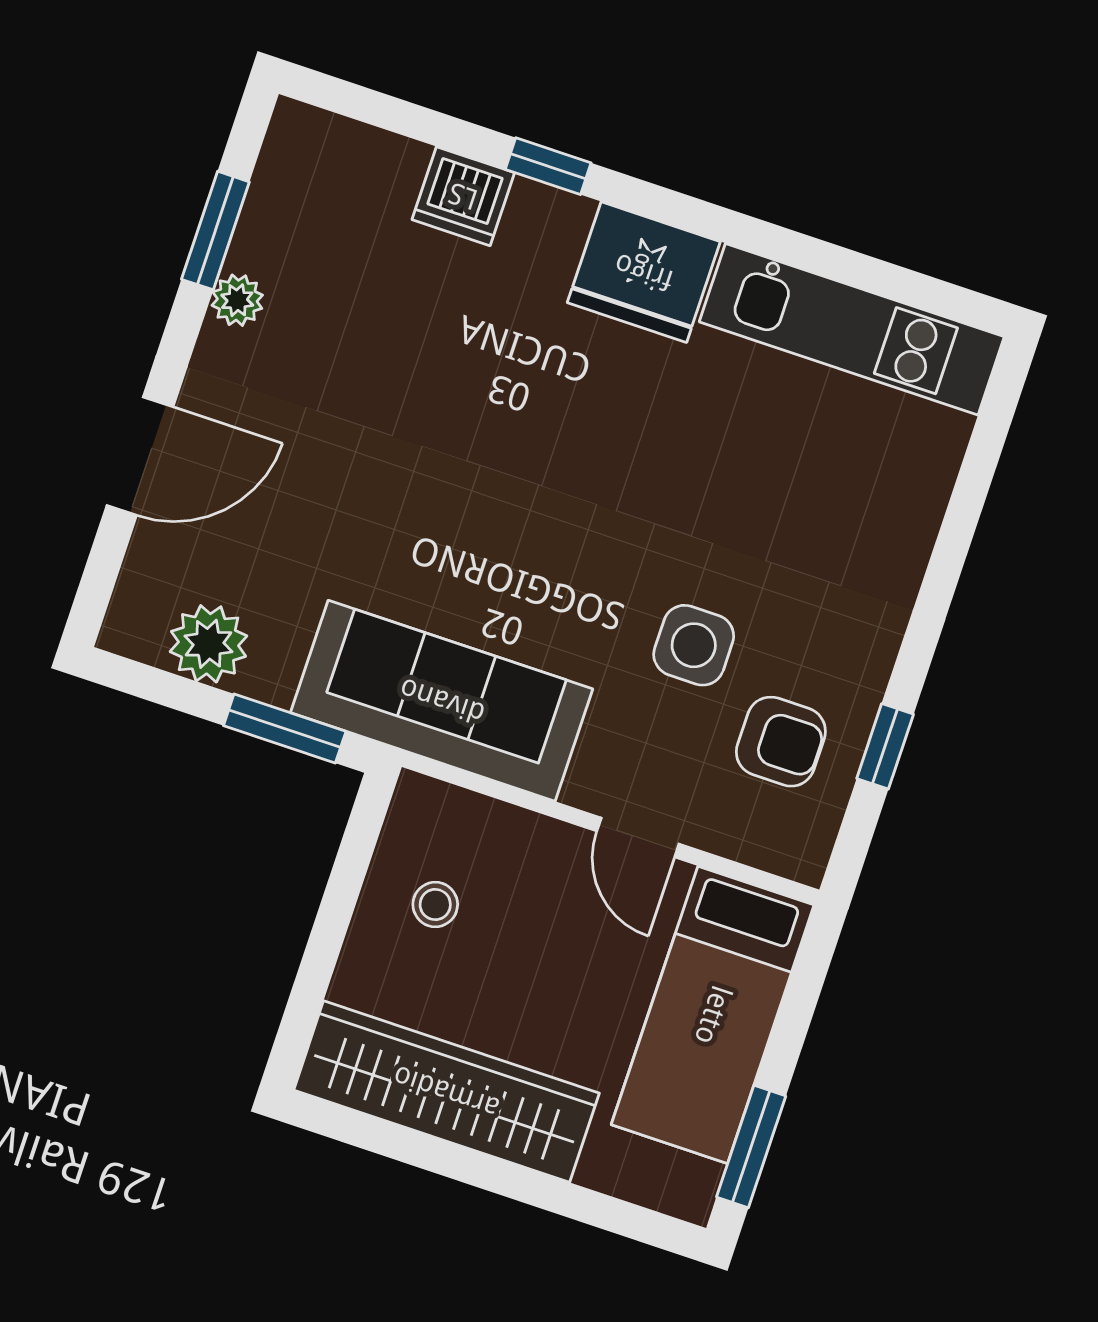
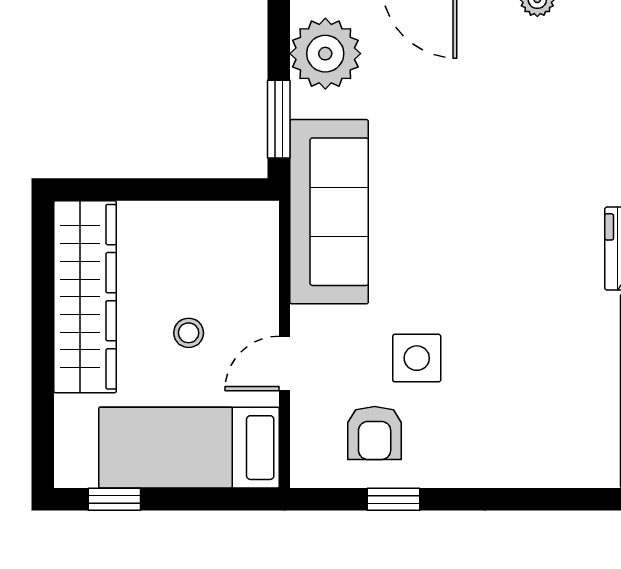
plant: (208, 644) -> (325, 54), width x1.36, depth x1.36
stool: (435, 904) -> (189, 333), moved
window: (751, 1147) -> (114, 499), width x0.67

